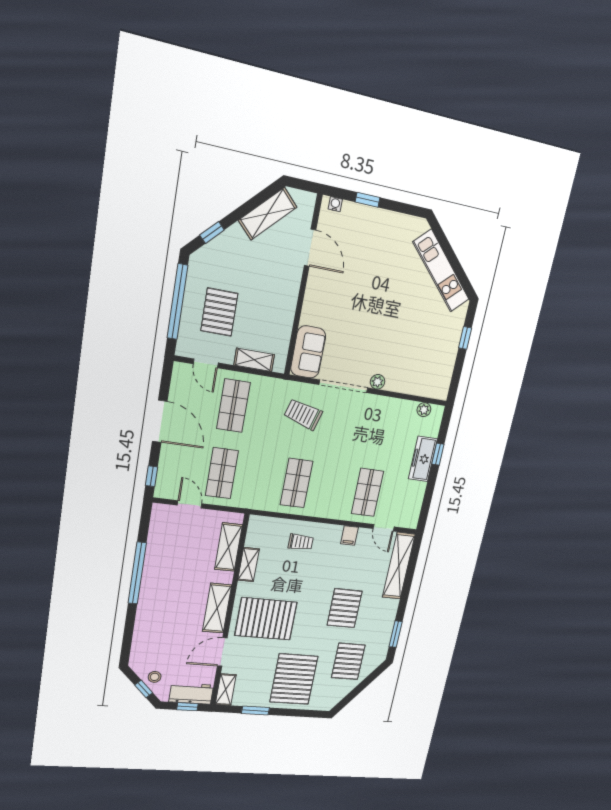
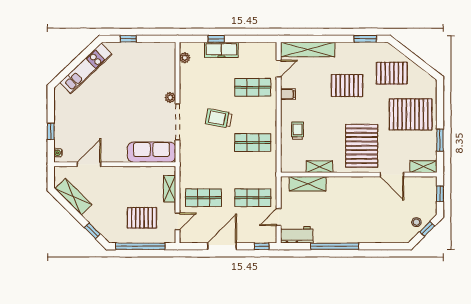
sofa: (308, 352) -> (152, 152), width x1.36
trolley: (303, 414) -> (219, 118), moved, turned 84
shelving: (217, 608) -> (356, 184), removed
workbench: (191, 693) -> (297, 235), moved, turned 90

